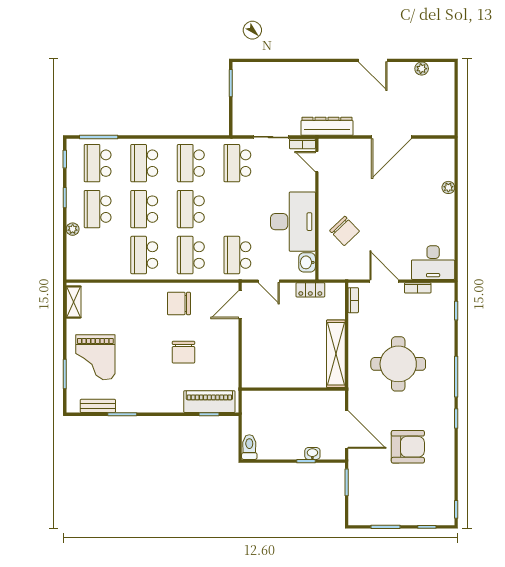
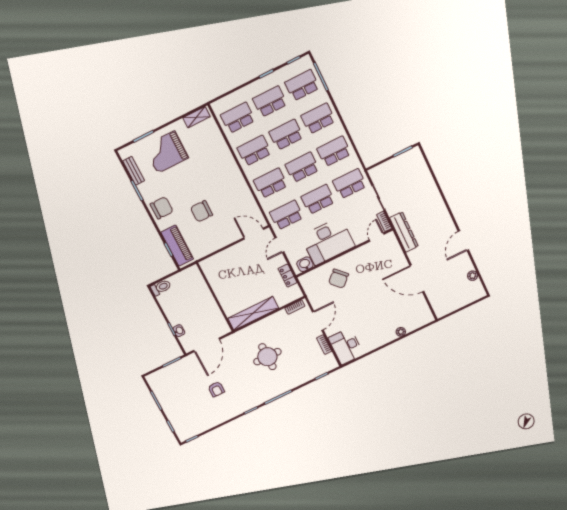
school desk: (237, 209) -> (318, 199), added
plant: (73, 229) -> (247, 91), removed
school desk: (98, 255) -> (238, 118), added
chair: (179, 303) -> (162, 208), moved, turned 90
round table: (398, 364) -> (267, 357), width x0.73, depth x0.73
armchair: (408, 447) -> (216, 389), width x0.53, depth x0.53

